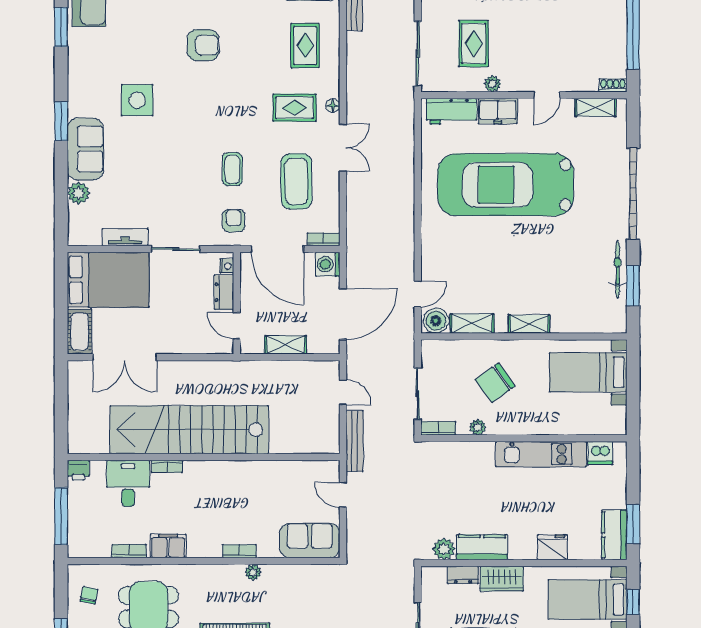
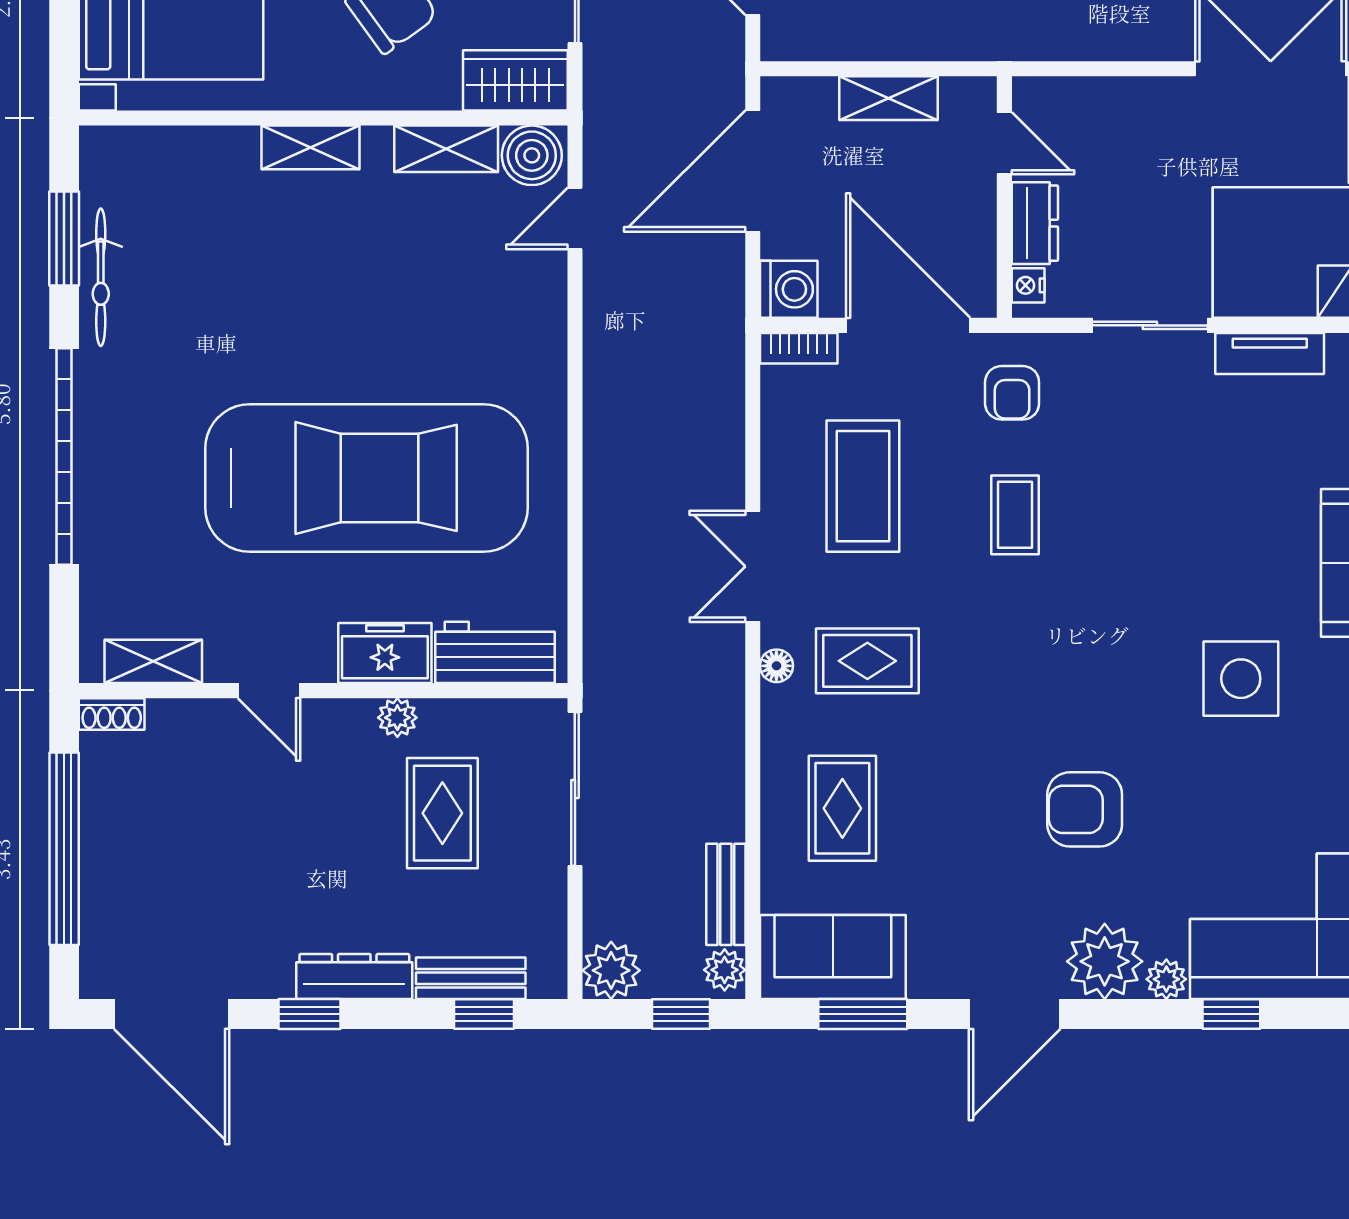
door: (547, 95) -> (269, 691), swing flipped
wardrobe: (443, 352) -> (515, 80), added

